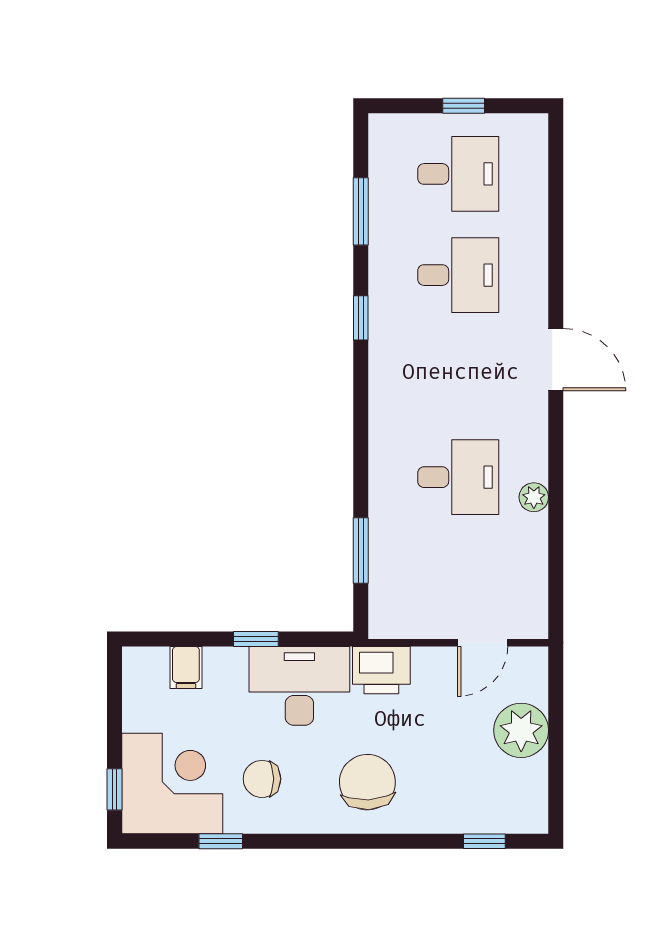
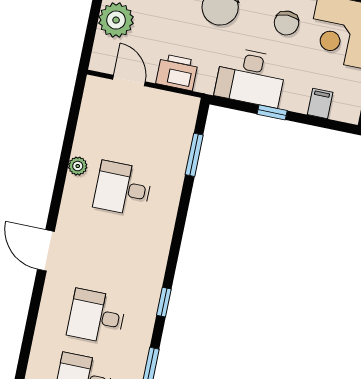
door: (483, 643) -> (129, 81), hinge flipped
printer: (381, 670) -> (177, 72), moved
chair: (262, 779) -> (286, 23), turned 90

